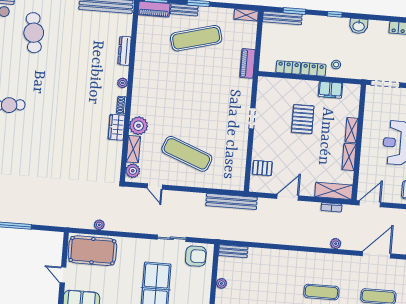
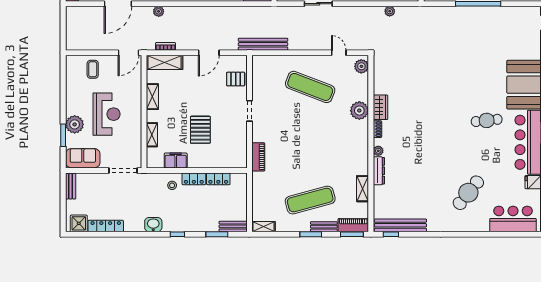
bench: (282, 18) -> (233, 226), width x0.73
cafe table: (34, 33) -> (468, 193), turned 46
dresser: (124, 51) -> (379, 171), moved
piano: (247, 63) -> (258, 157), moved
doorway: (252, 118) -> (249, 111), moved
shelving: (352, 130) -> (152, 135), moved
shelving: (133, 149) -> (362, 189), moved

